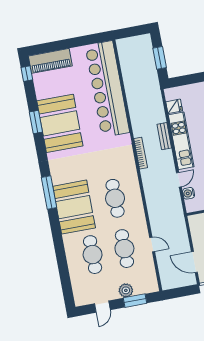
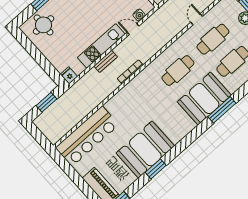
bar counter: (107, 89) -> (87, 136), width x0.73
fridge: (174, 106) -> (69, 75), moved
window: (49, 193) -> (222, 110), moved

